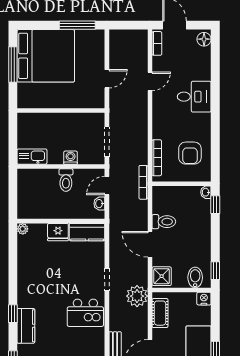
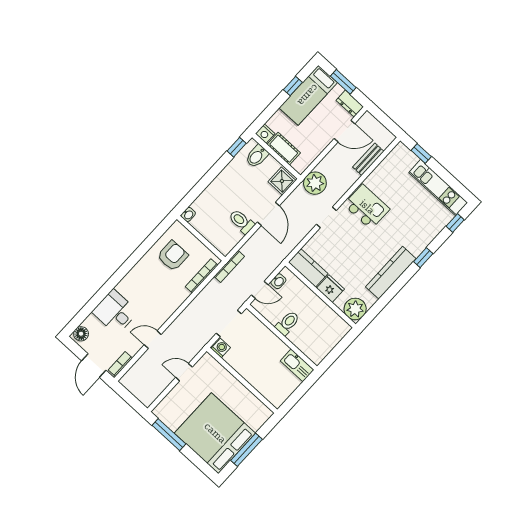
desk: (194, 97) -> (115, 312), moved
washing machine: (71, 158) -> (221, 348), moved, turned 180
window: (215, 205) -> (190, 198), removed
plant: (23, 229) -> (355, 309), width x1.87, depth x1.87
cot: (160, 313) -> (284, 149), moved, turned 90
kitchen counter: (26, 326) -> (391, 273), moved, width x1.50

